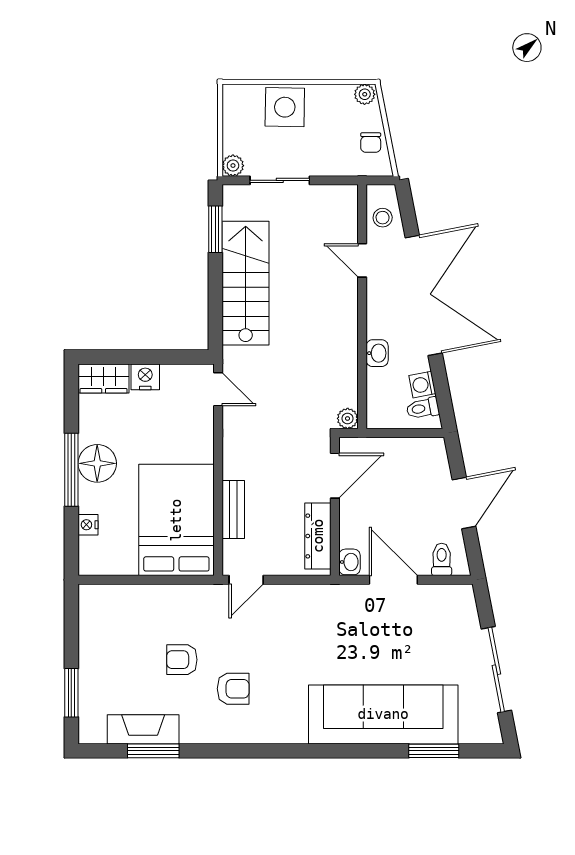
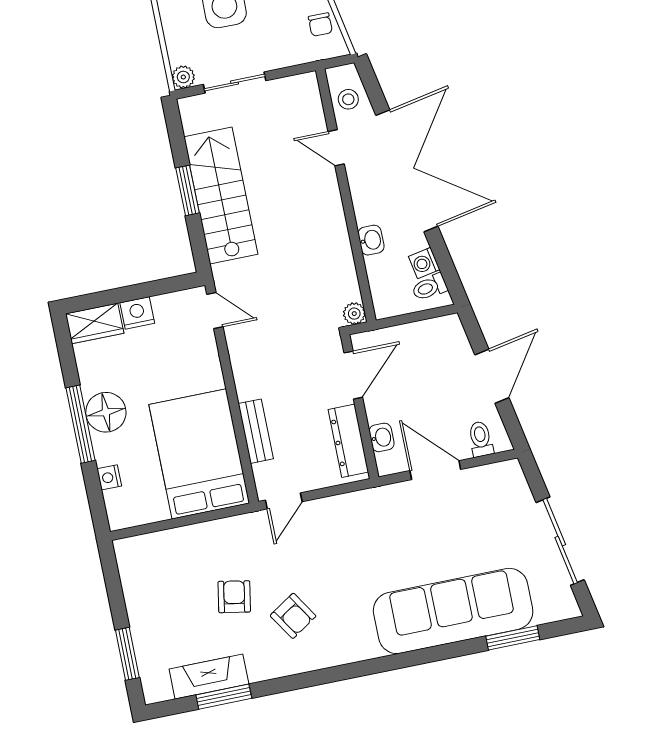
window: (215, 229) -> (187, 190), moved
washbasin: (350, 562) -> (382, 437), moved
armchair: (182, 660) -> (234, 597), turned 100
armchair: (233, 689) -> (293, 616), turned 57

